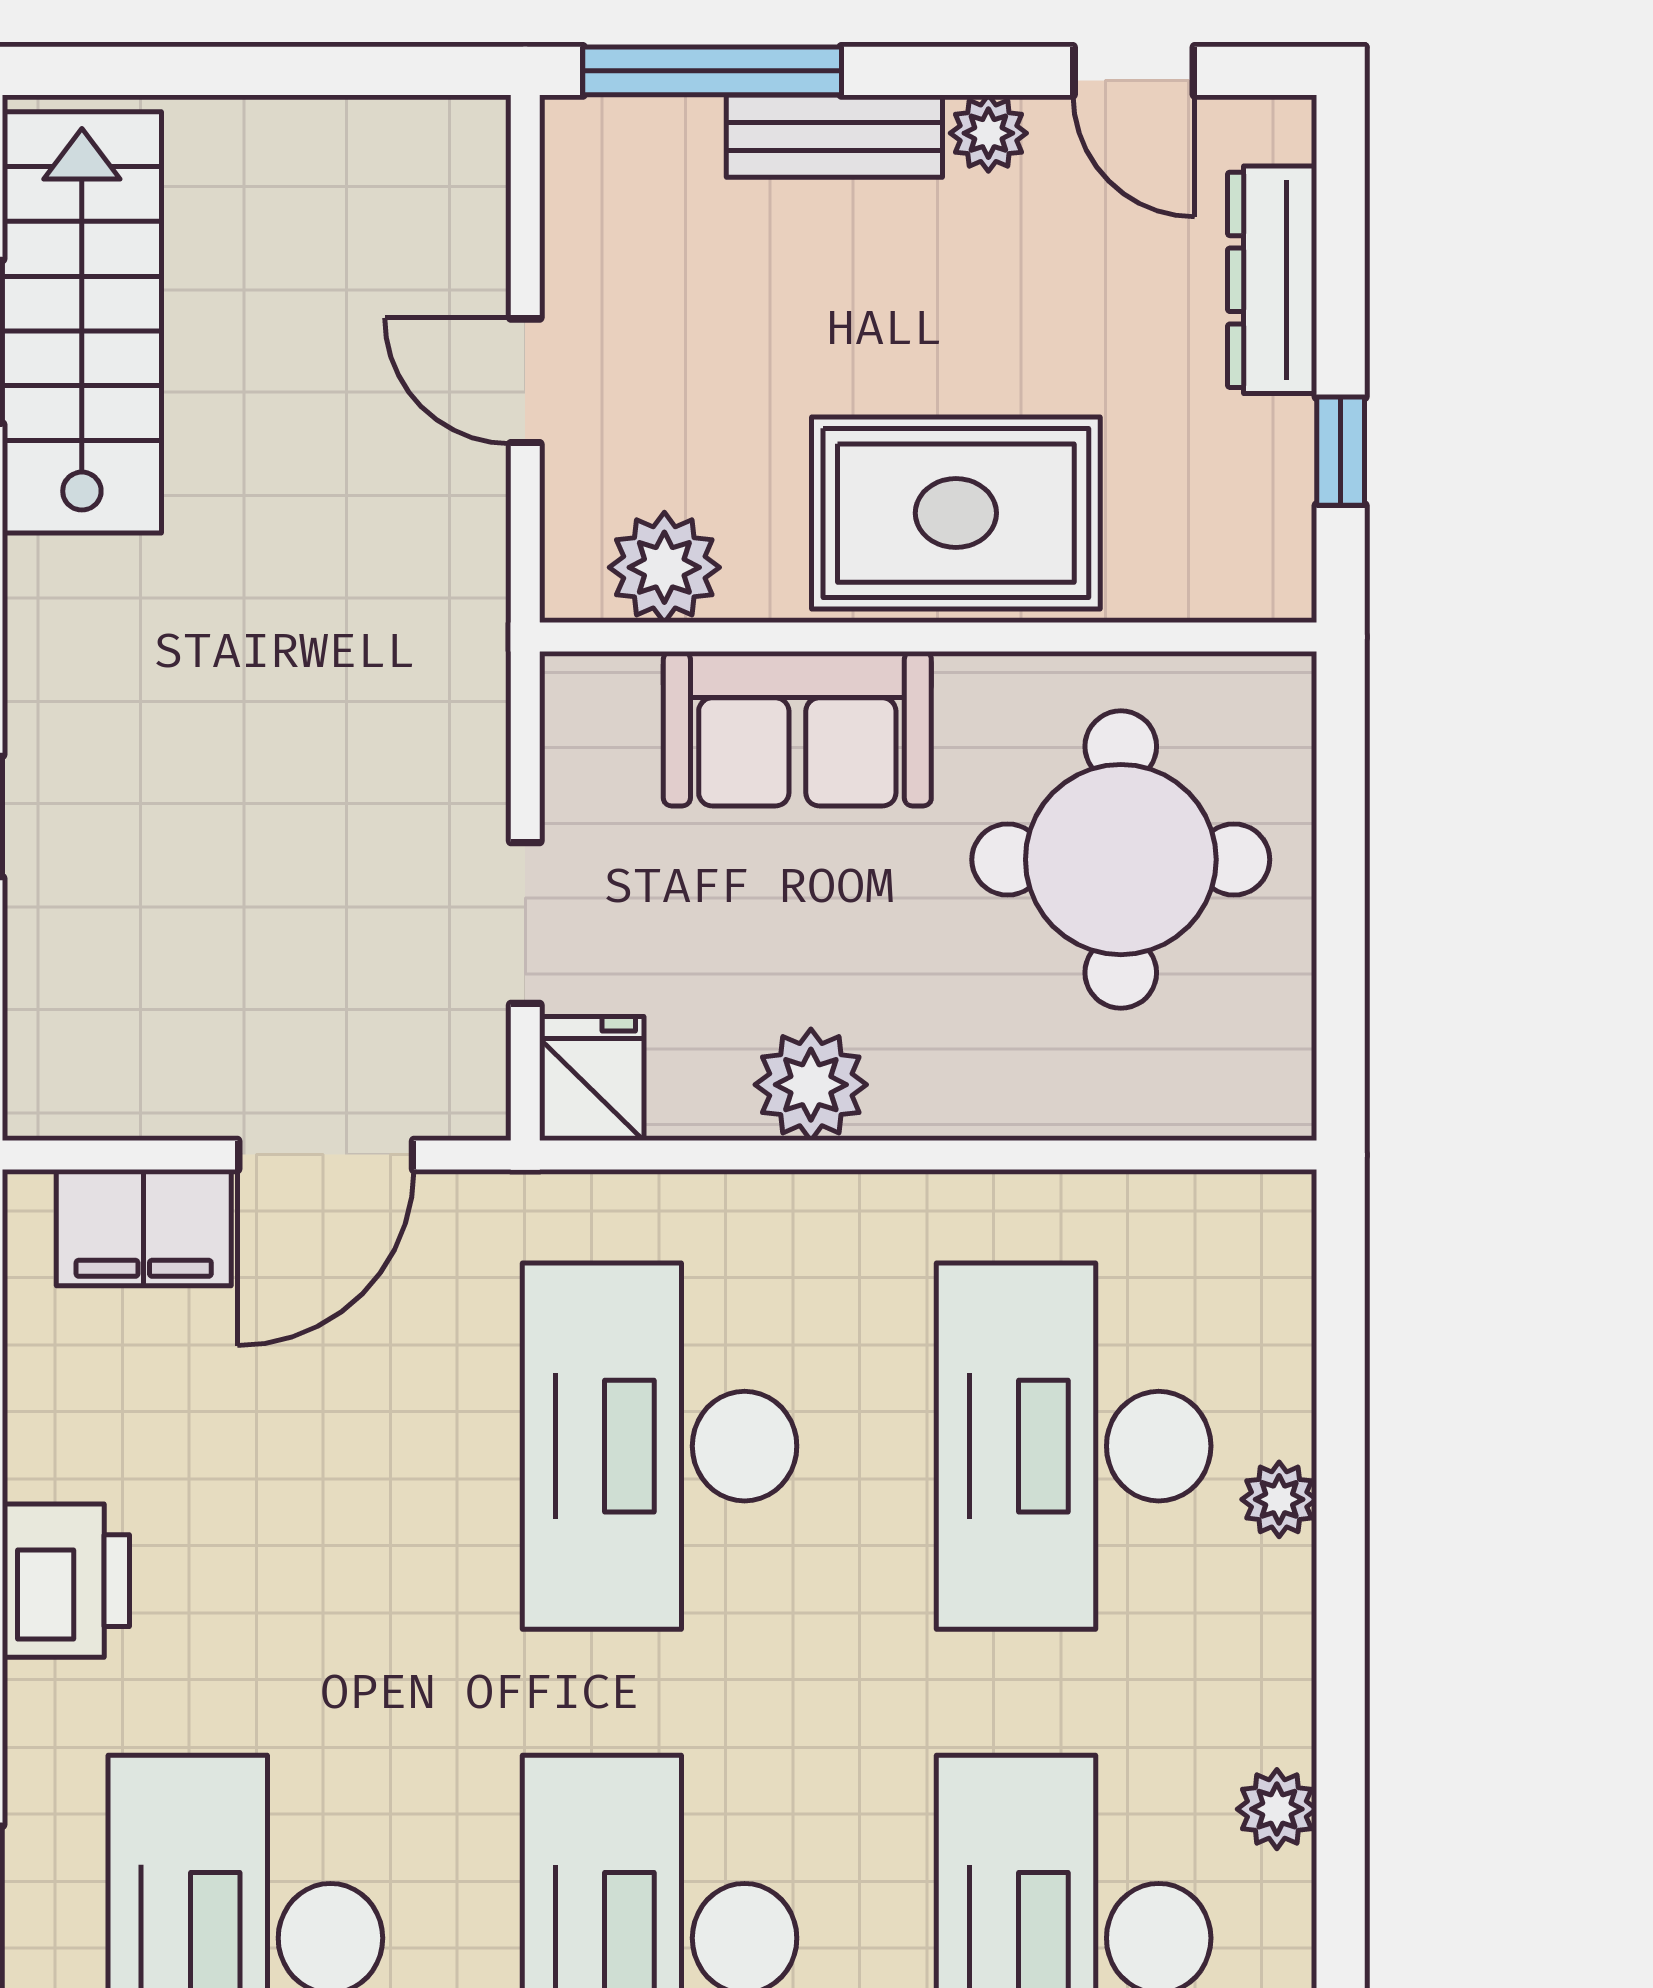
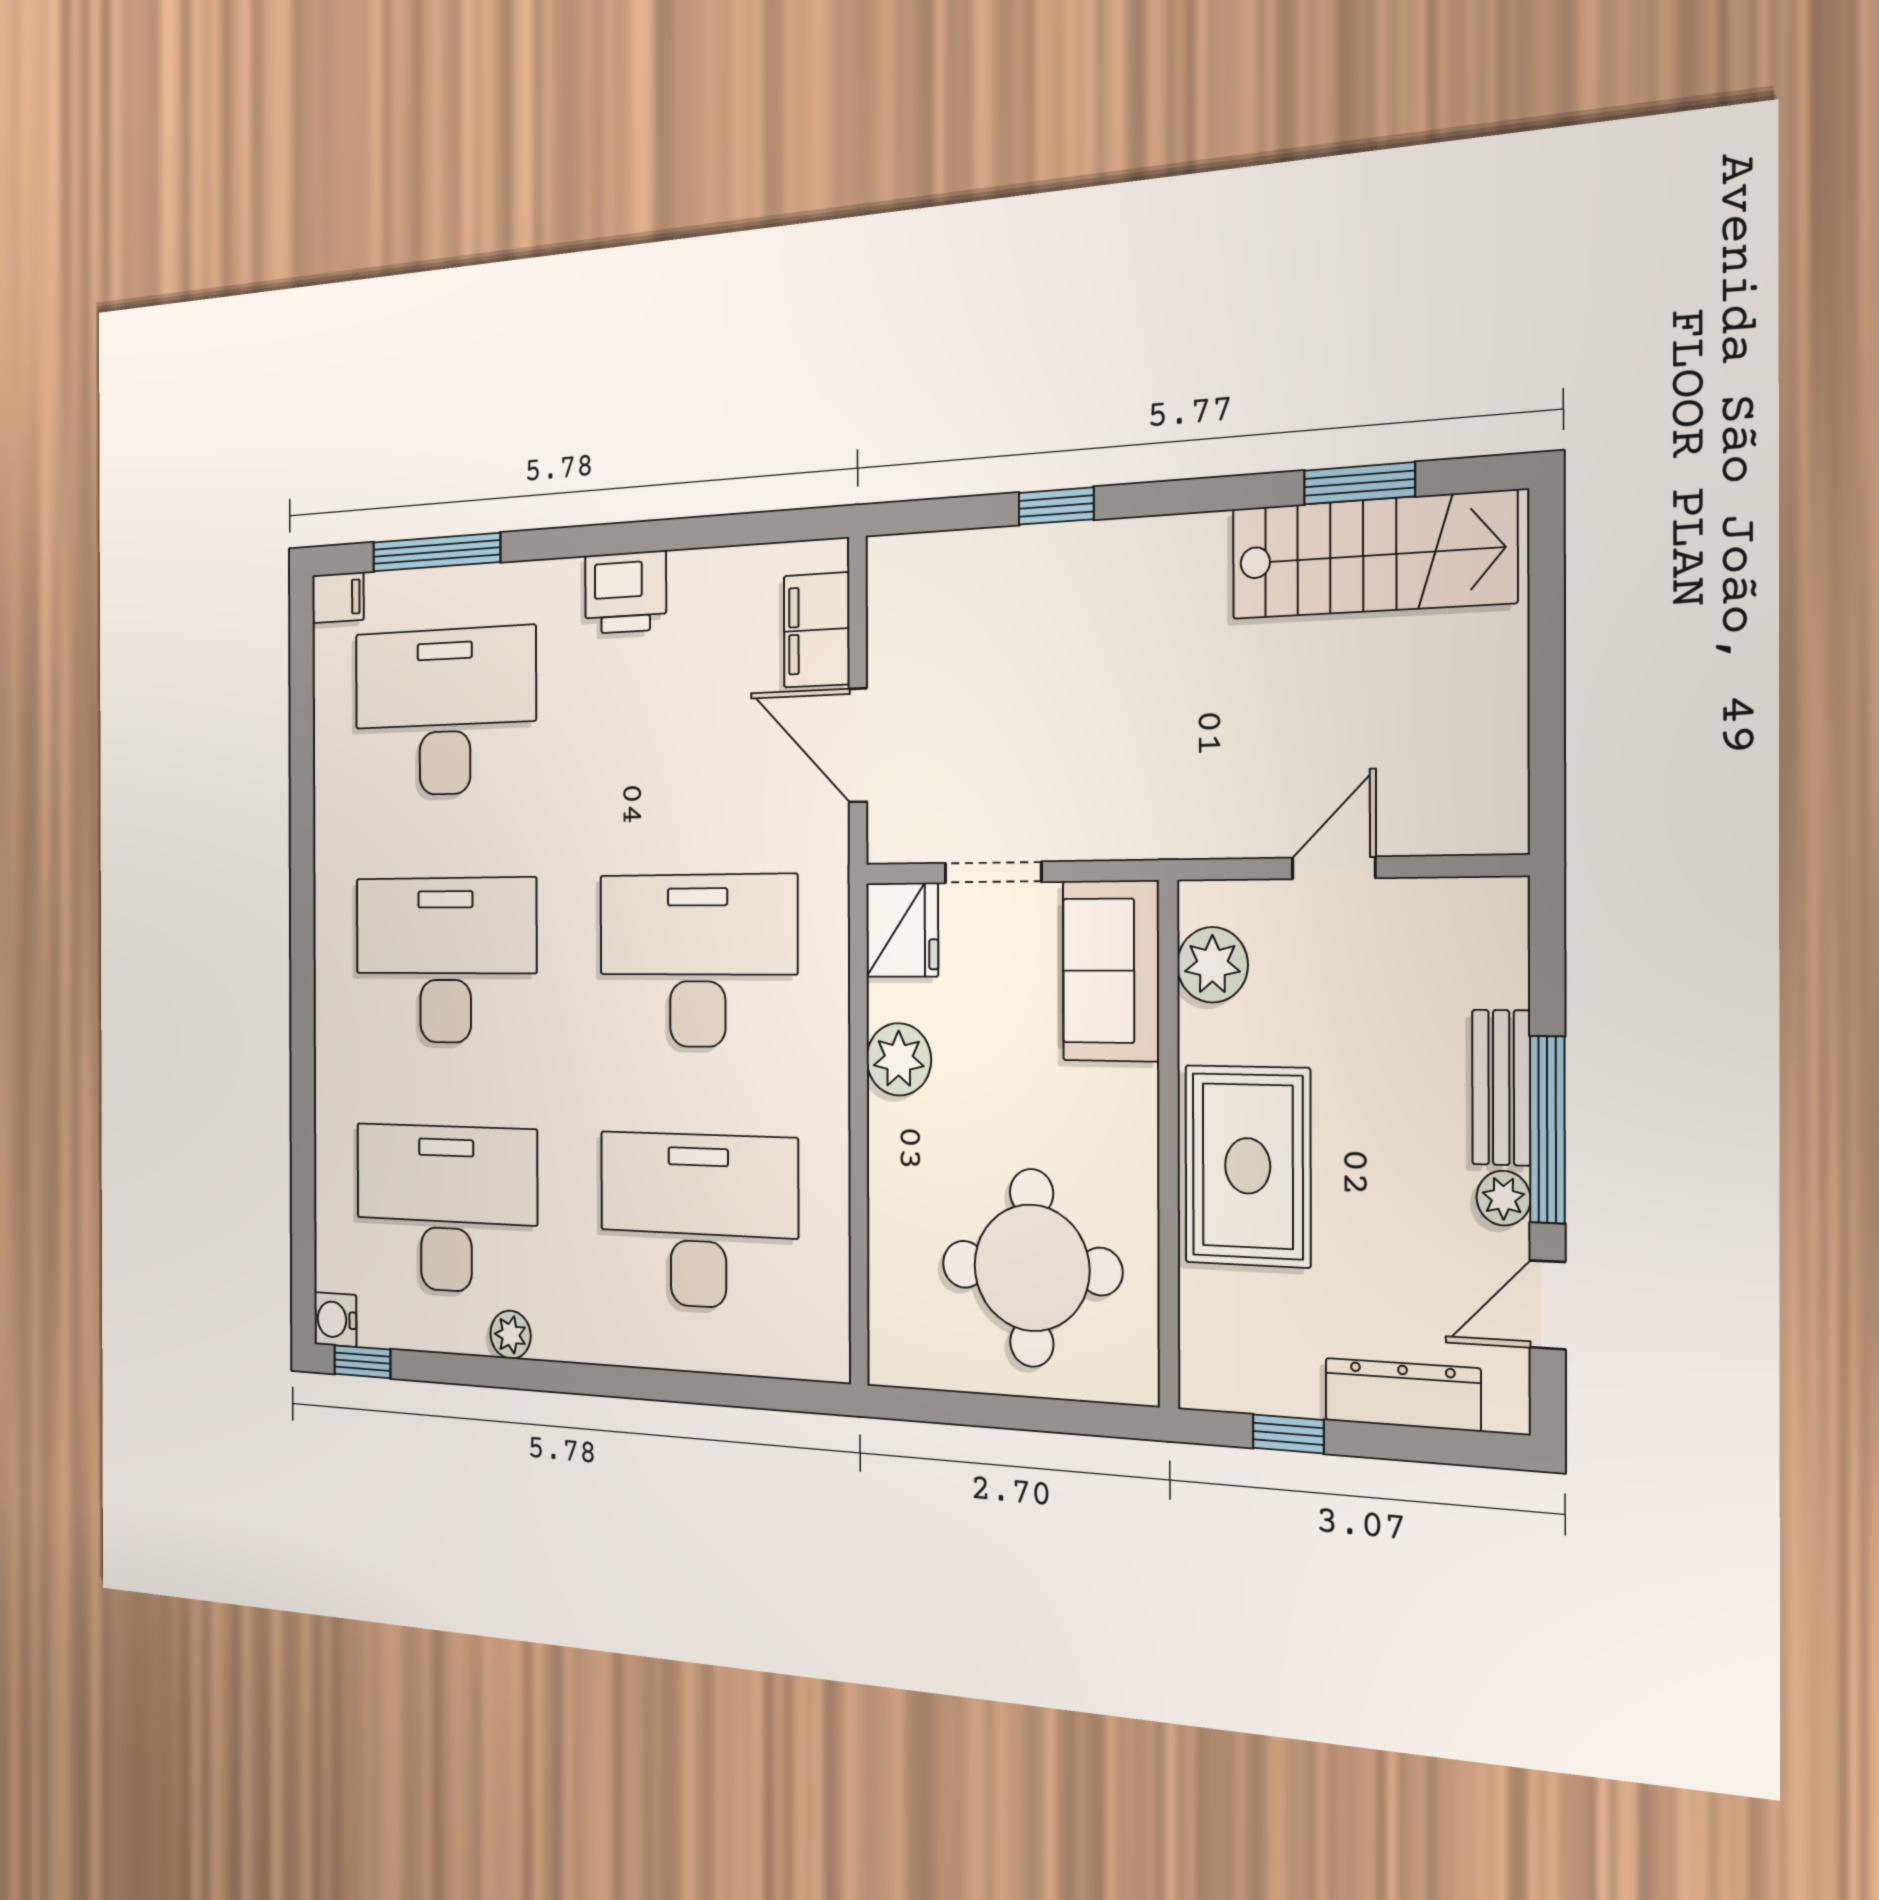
window: (712, 71) -> (1547, 1130), moved
sofa: (797, 729) -> (1111, 971), moved
fridge: (592, 1078) -> (902, 930), width x1.38
plant: (1279, 1499) -> (670, 1347), removed

